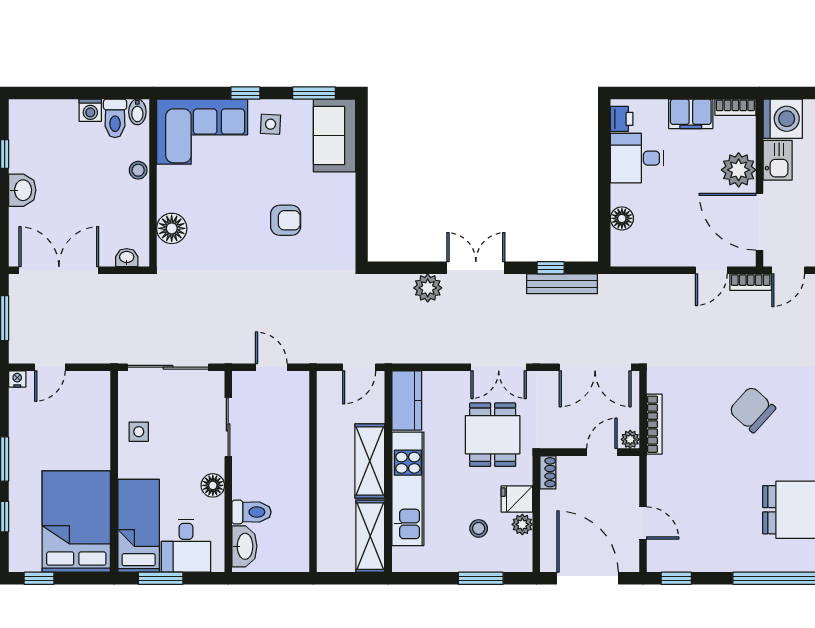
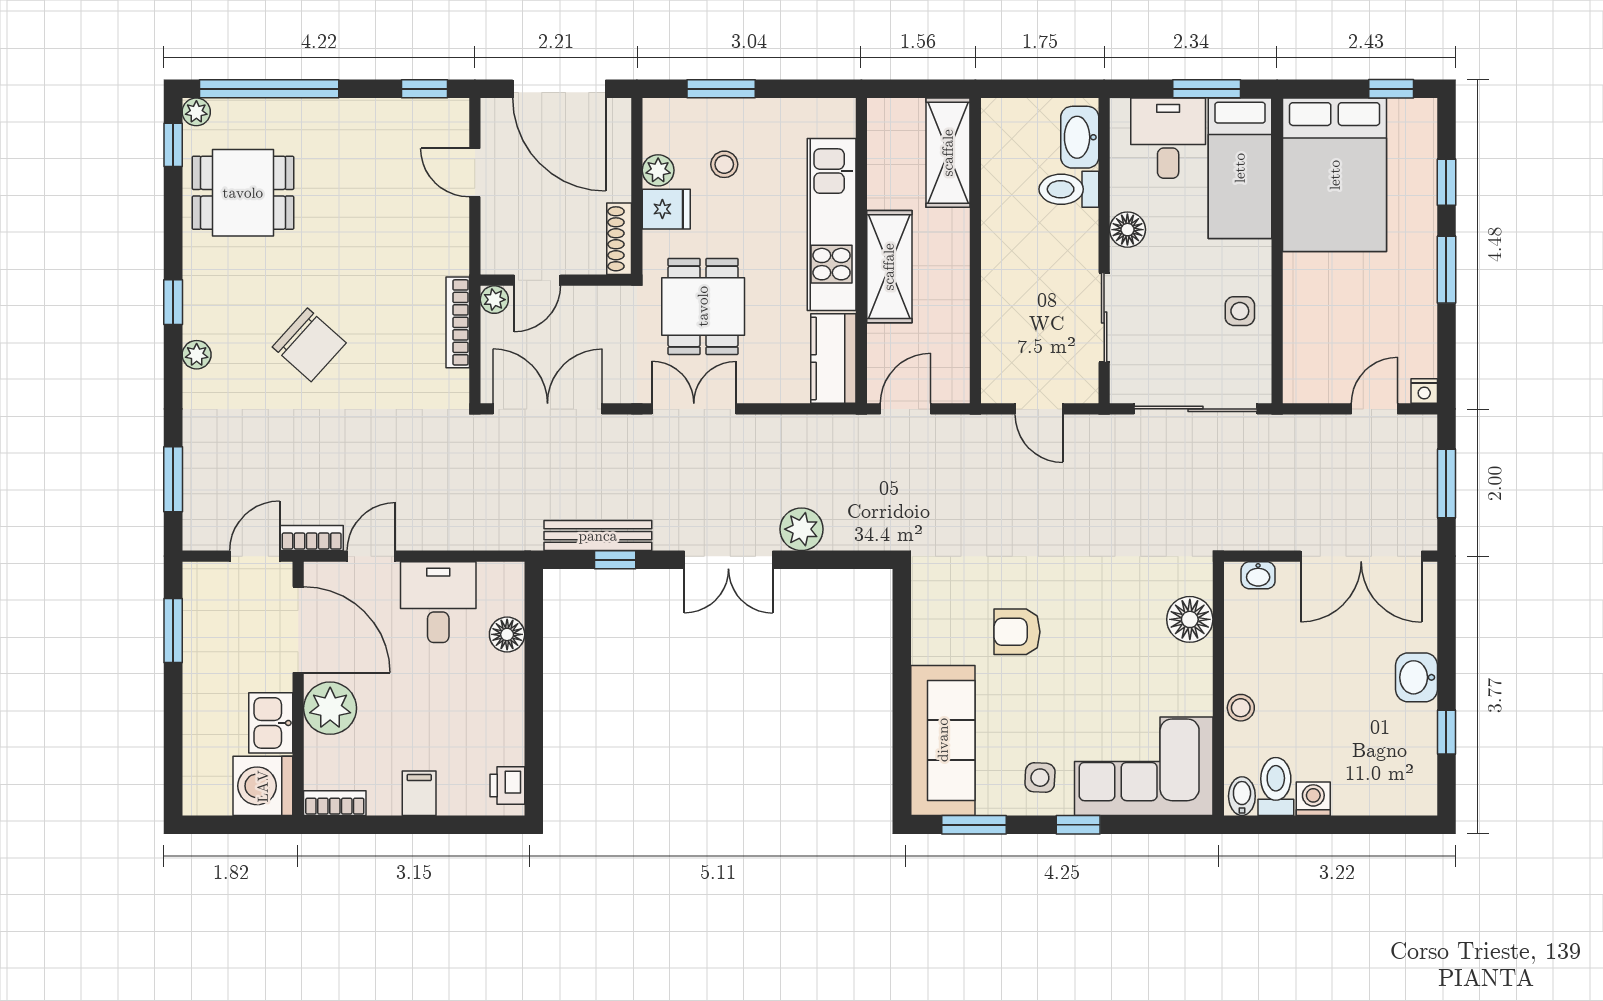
filing cabinet: (691, 114) -> (419, 793), width x0.50
sofa: (334, 136) -> (943, 740), width x1.36
desk: (637, 158) -> (438, 602), moved, turned -90
shoe rack: (548, 472) -> (619, 239), width x1.43
shelving: (370, 536) -> (948, 153), moved

